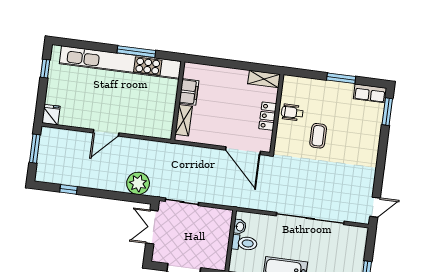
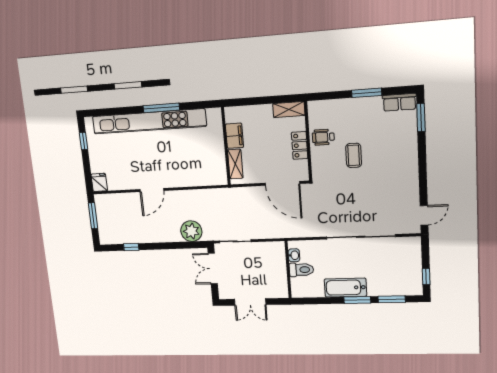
filing cabinet: (189, 92) -> (234, 136), moved
wall: (178, 101) -> (226, 146), moved
shelving: (184, 120) -> (235, 164), moved

